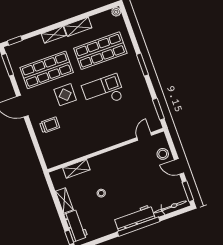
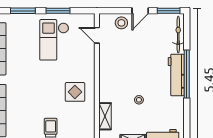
checkout: (103, 92) -> (54, 40), moved
display table: (65, 95) -> (75, 92), moved
window: (158, 109) -> (58, 11), moved

